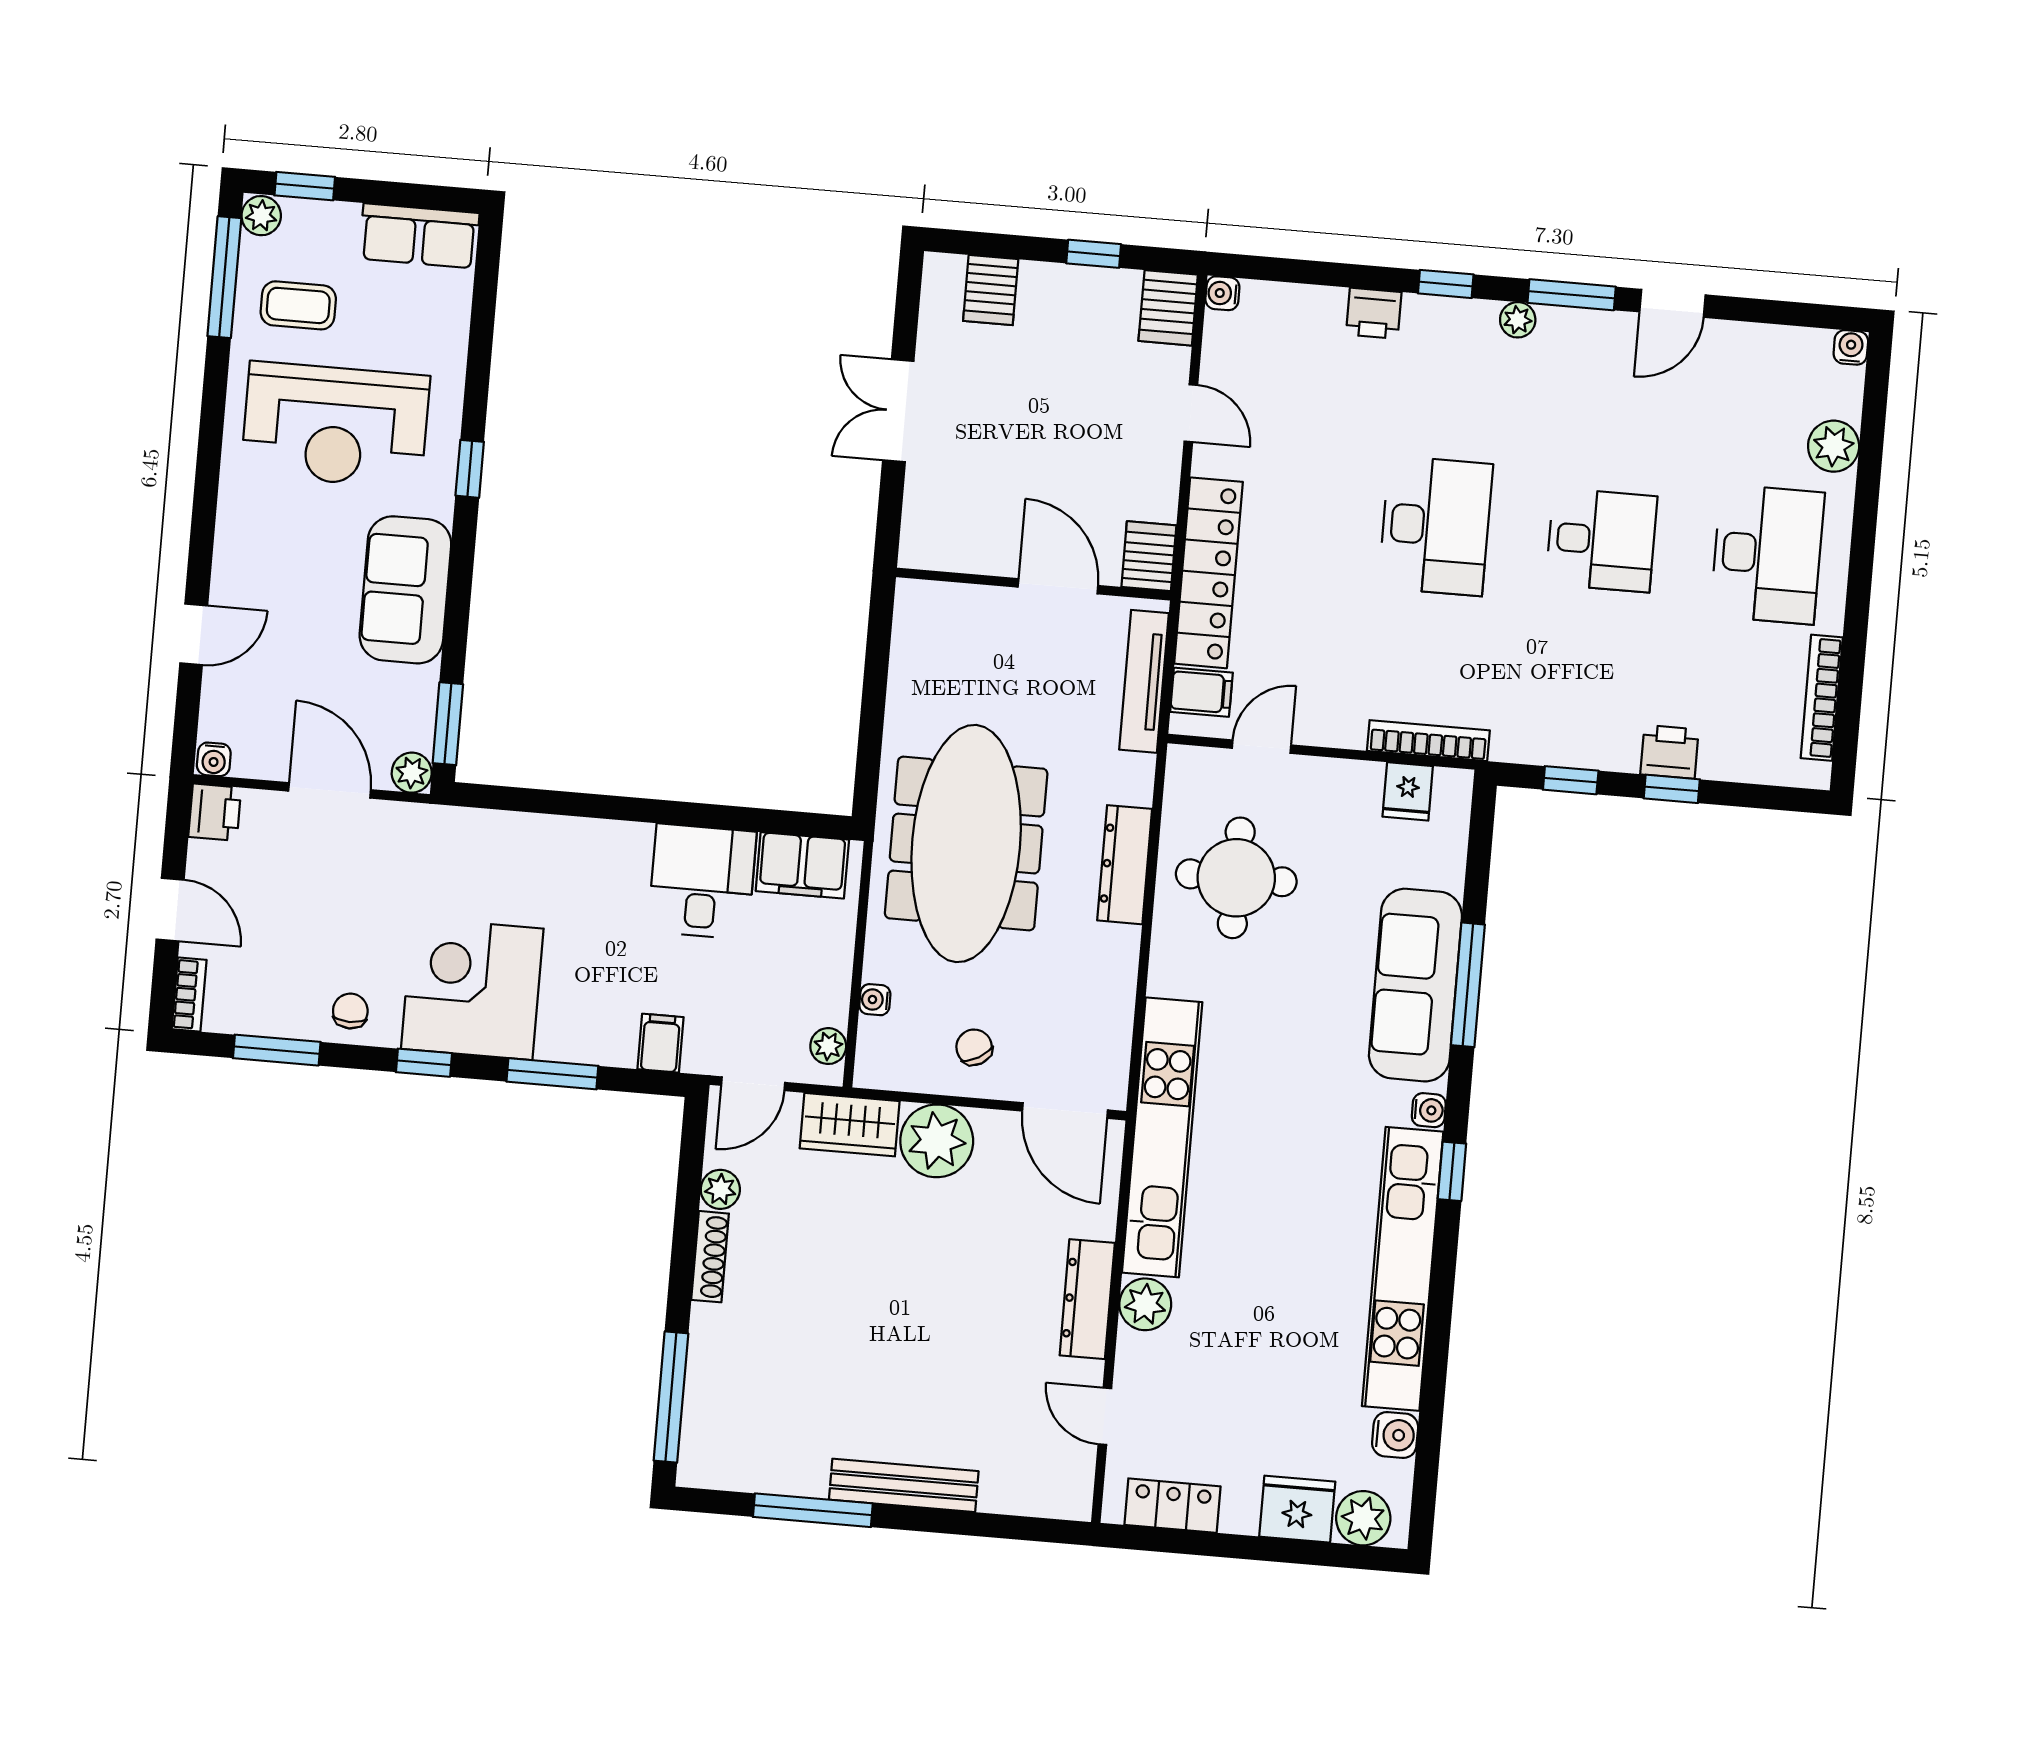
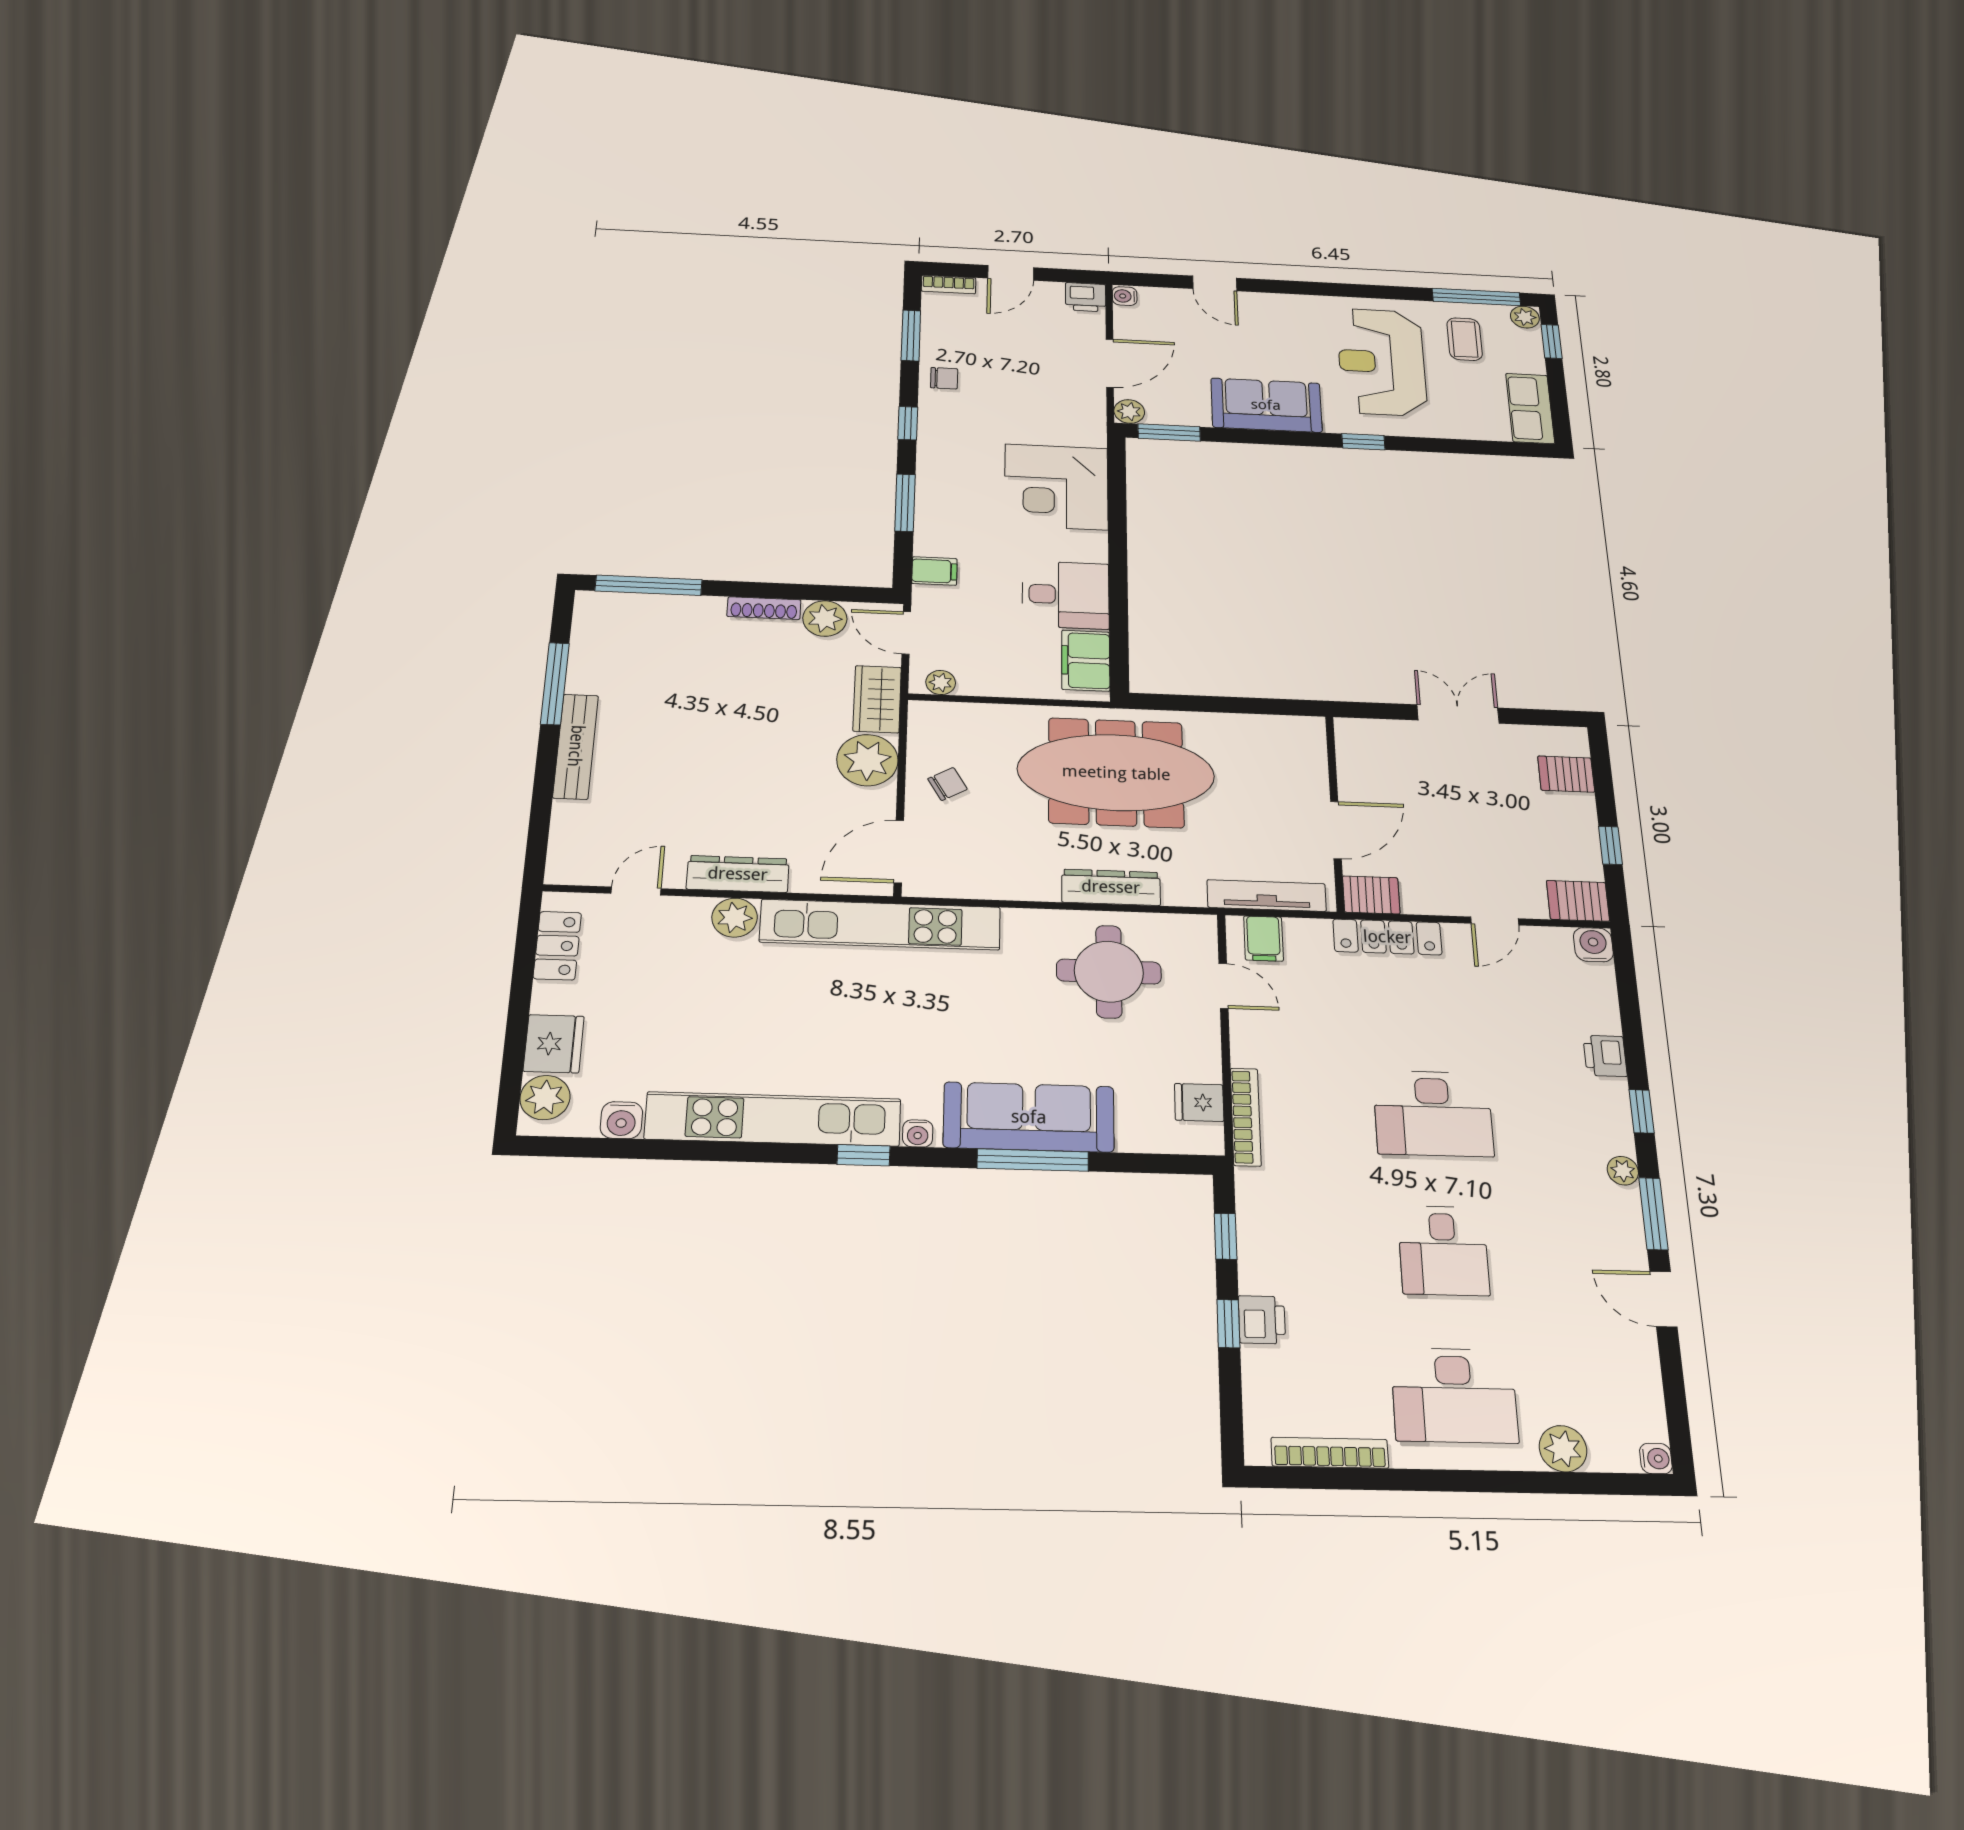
water cooler: (1222, 293) -> (1593, 945), width x1.38, depth x1.38
locker: (1208, 573) -> (1387, 937), width x0.71, depth x0.83
corner desk: (472, 989) -> (1056, 487), moved, turned 180
water cooler: (875, 1000) -> (981, 713), removed
plant: (720, 1189) -> (825, 619), width x1.38, depth x1.38

